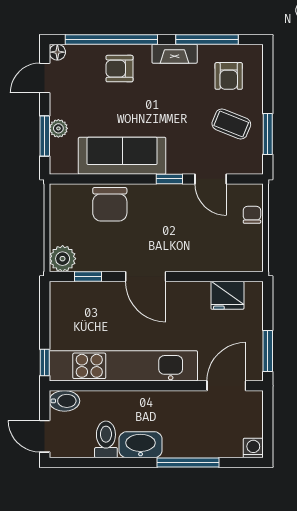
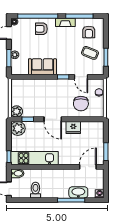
sofa: (122, 156) -> (42, 67), width x0.73
chair: (110, 204) -> (81, 104), moved
fridge: (227, 295) -> (73, 127), moved
plant: (66, 298) -> (18, 128), added
kitchen unit: (123, 366) -> (34, 158), width x0.73
washbasin: (141, 445) -> (78, 192), moved

